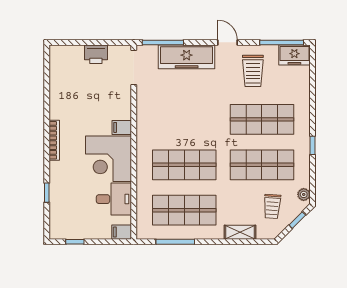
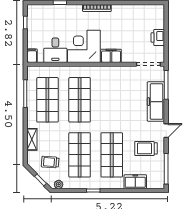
freezer: (294, 55) -> (135, 182), moved, turned 90
filing cabinet: (122, 127) -> (111, 56), width x2.00

